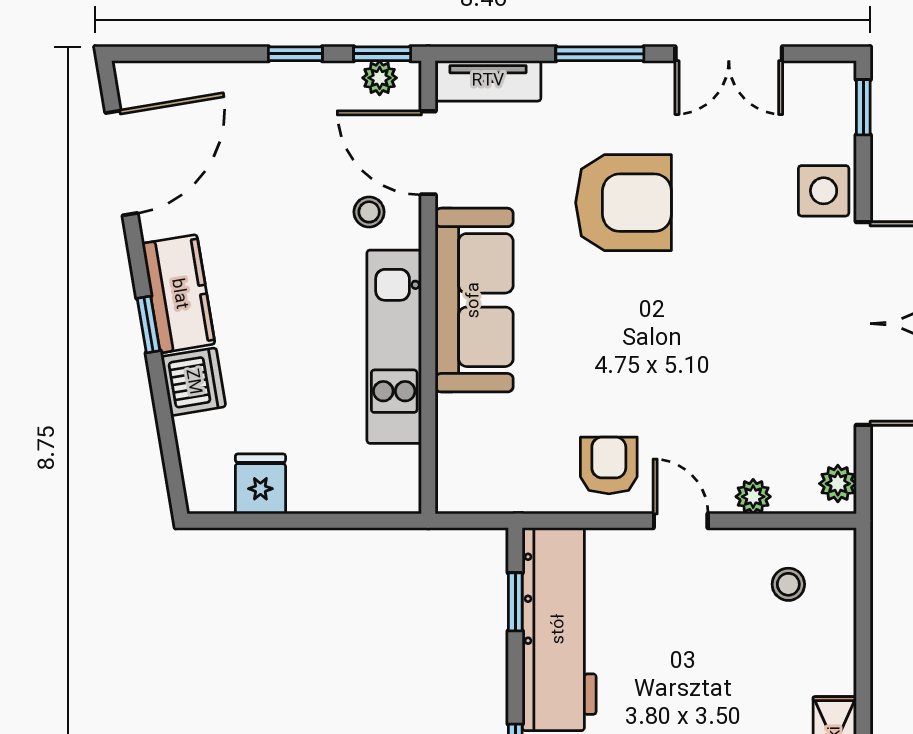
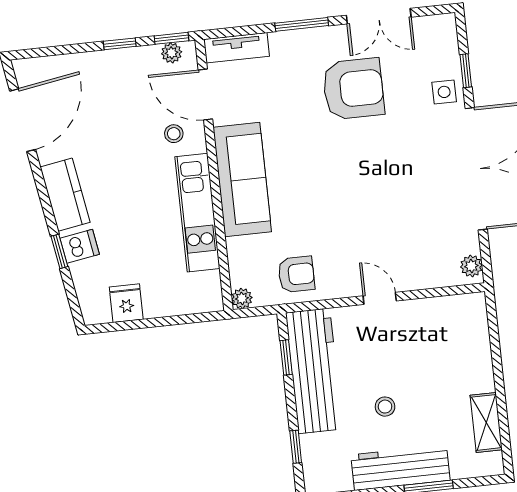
window: (863, 107) -> (466, 71), moved
side table: (824, 191) -> (444, 92), width x0.73, depth x0.73
armchair: (624, 203) -> (353, 89), moved
window: (149, 324) -> (59, 251), moved
dishwasher: (193, 382) -> (80, 246), width x0.73
armchair: (609, 465) -> (296, 274), moved, turned 90
plant: (753, 497) -> (242, 298), moved
stool: (788, 584) -> (385, 407), moved

